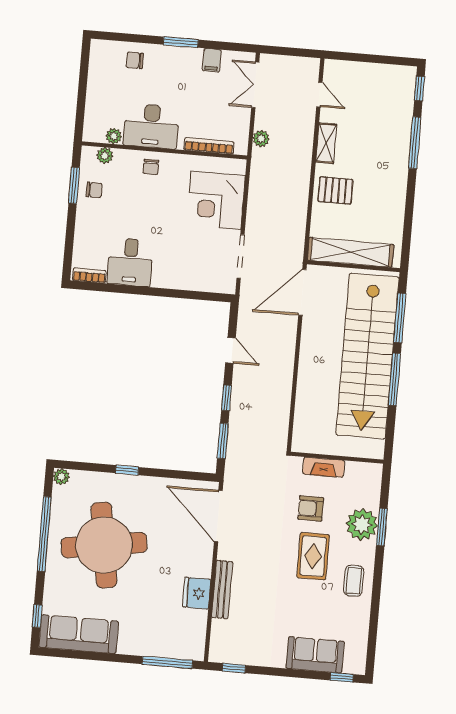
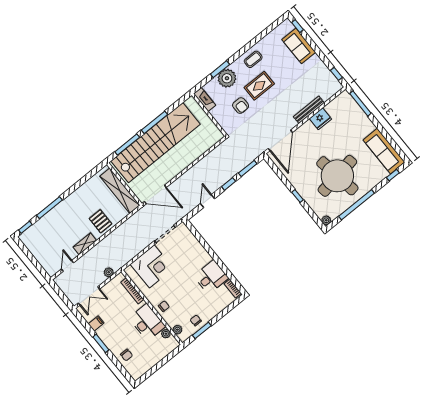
fireplace: (324, 467) -> (205, 99), moved

